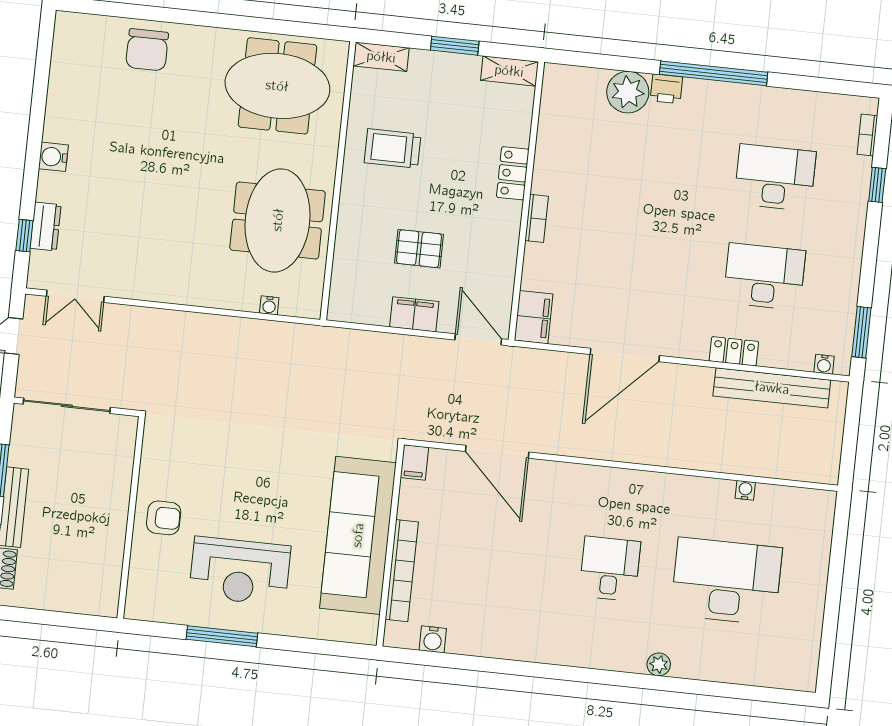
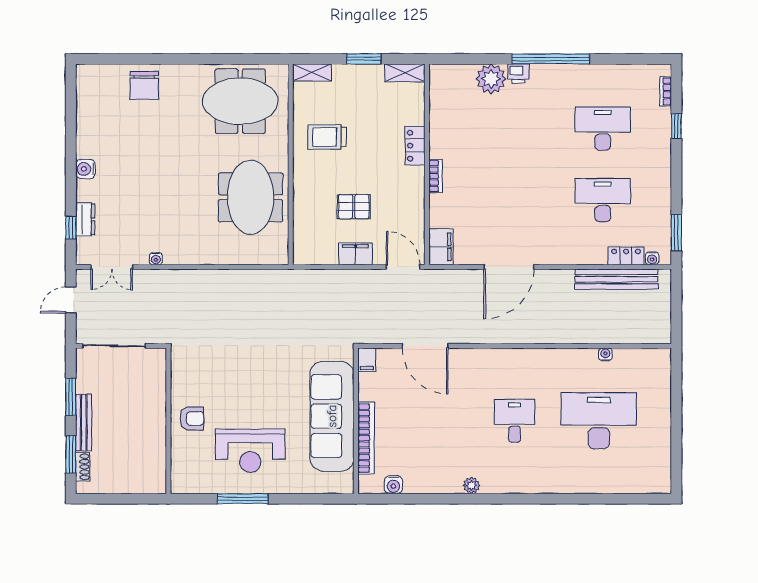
water cooler: (269, 305) -> (156, 259), moved
locker: (734, 351) -> (626, 256), moved
plant: (659, 664) -> (471, 485), moved

